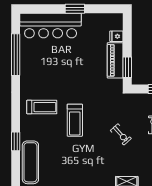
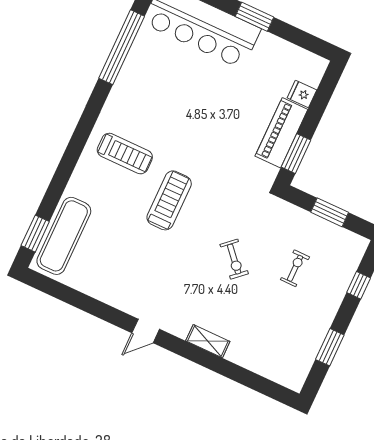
treadmill: (75, 120) -> (169, 200), turned 180
window: (16, 141) -> (35, 234), moved

